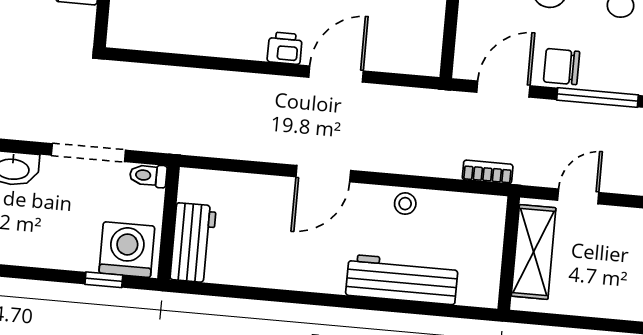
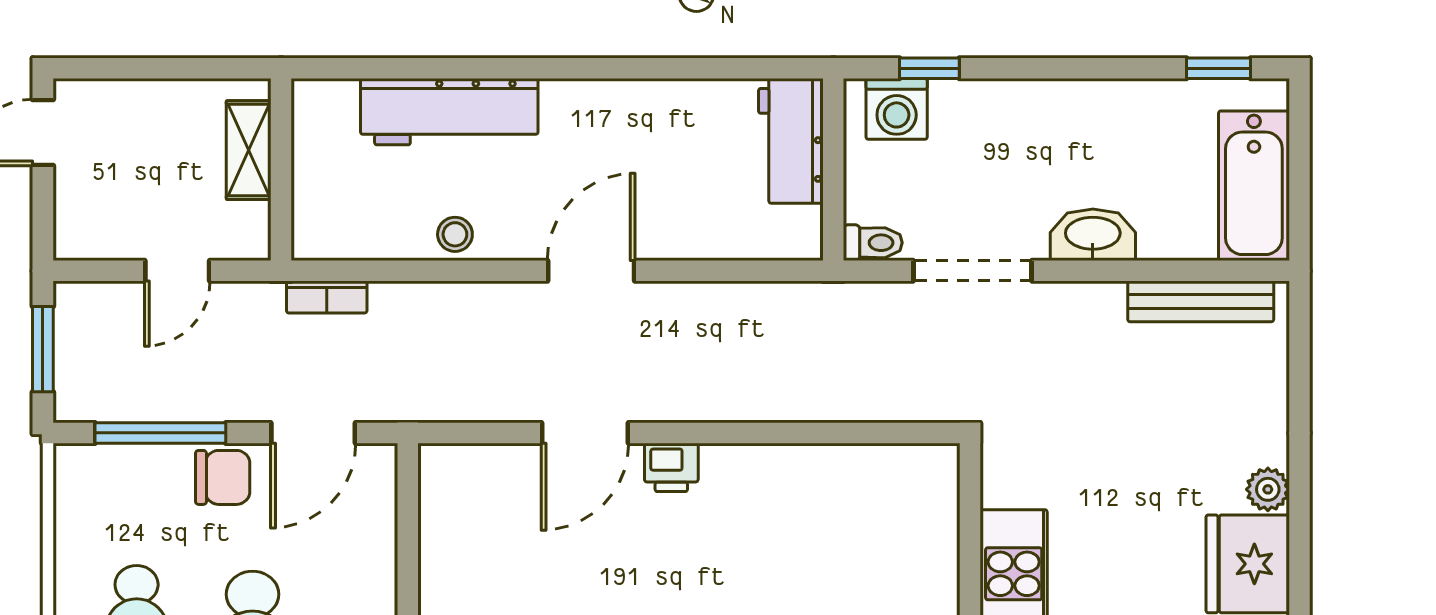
washing machine: (127, 250) -> (897, 109), width x0.73, depth x0.73
shelving: (534, 252) -> (249, 150), width x0.67, depth x0.75

